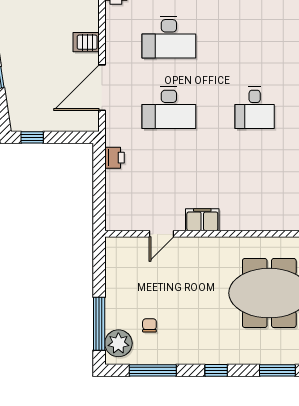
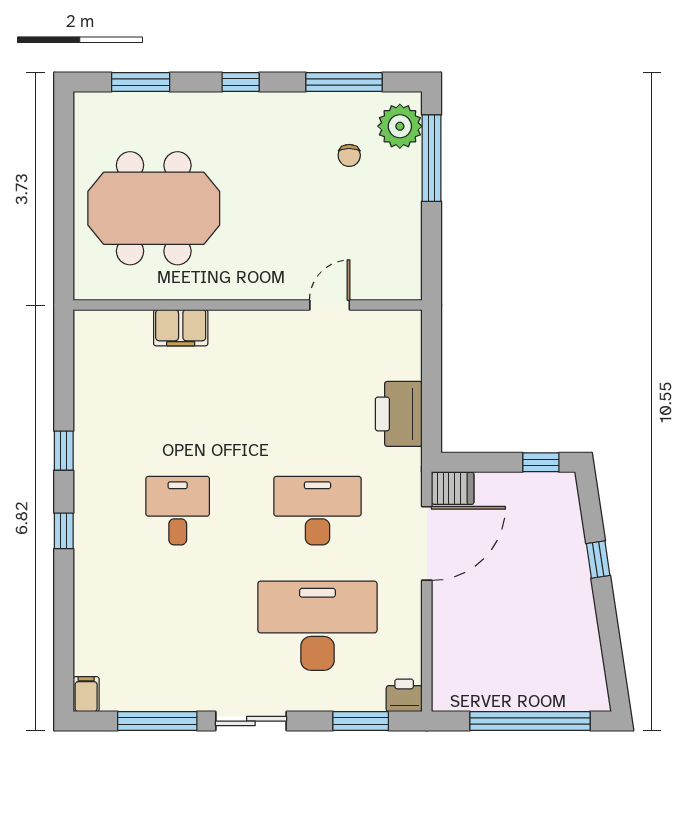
desk: (169, 37) -> (317, 626), width x1.36, depth x1.30
server rack: (86, 42) -> (453, 488), moved
printer: (114, 158) -> (399, 414), width x1.87, depth x1.48
filing cabinet: (202, 220) -> (181, 328), moved

